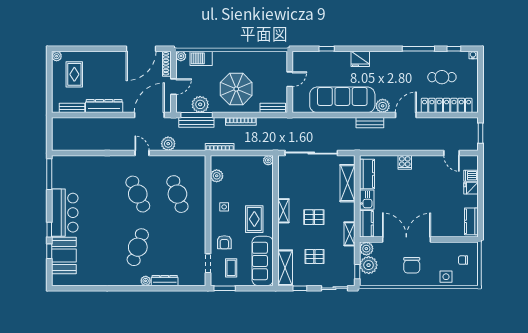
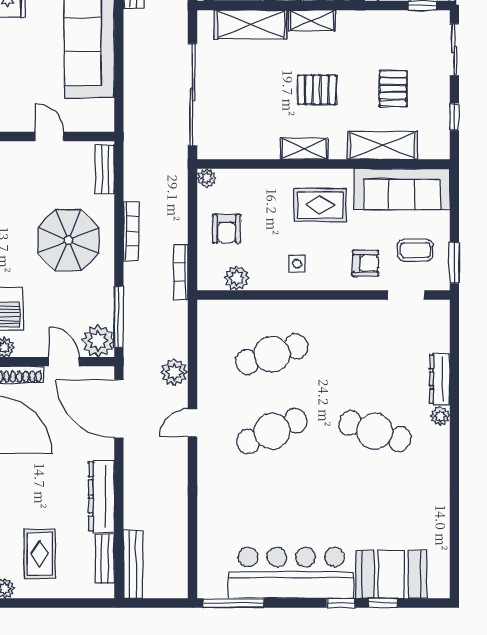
rug: (74, 74) -> (40, 554), turned 90
plant: (200, 104) -> (98, 341), moved
bench: (196, 122) -> (133, 564), moved
armchair: (242, 171) -> (227, 229), added
bar counter: (65, 213) -> (291, 573), width x1.36
pallet: (314, 217) -> (317, 90), turned 90
shelving: (350, 234) -> (312, 21), moved
shelving: (285, 268) -> (382, 145), moved

